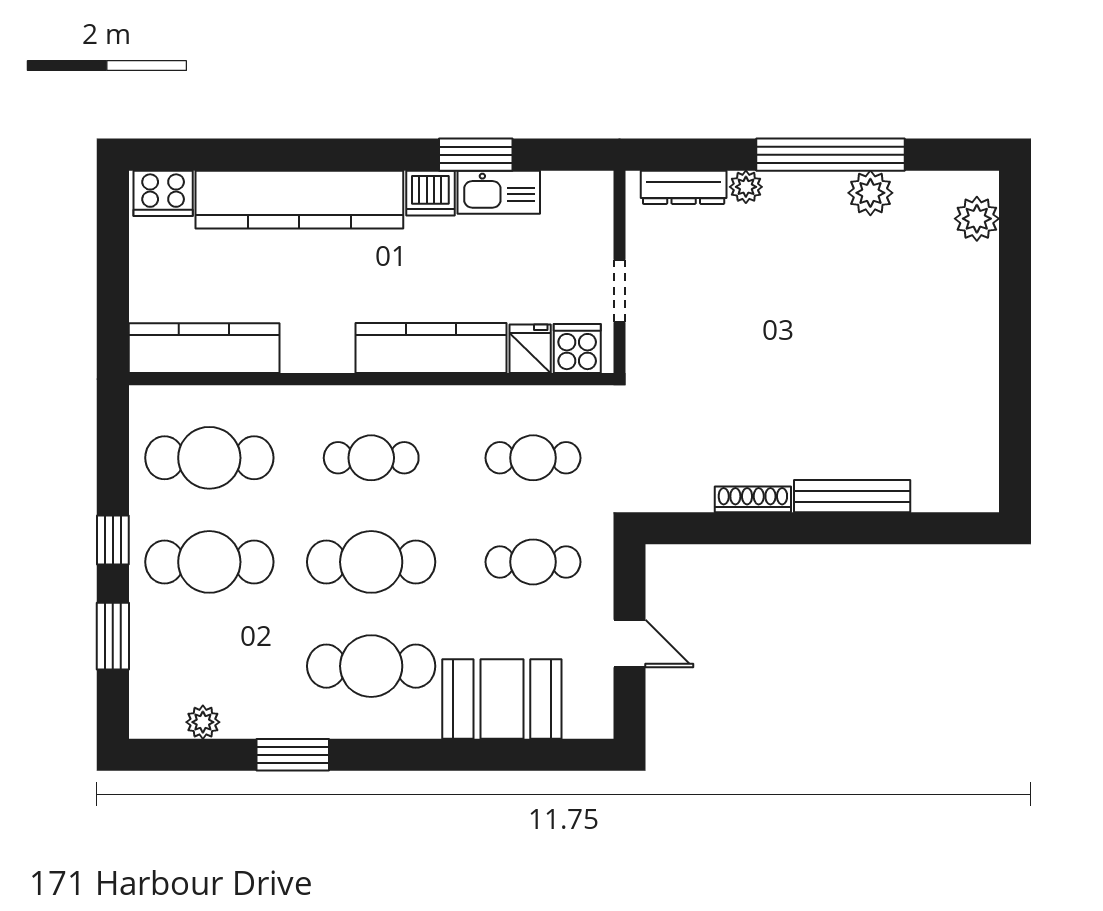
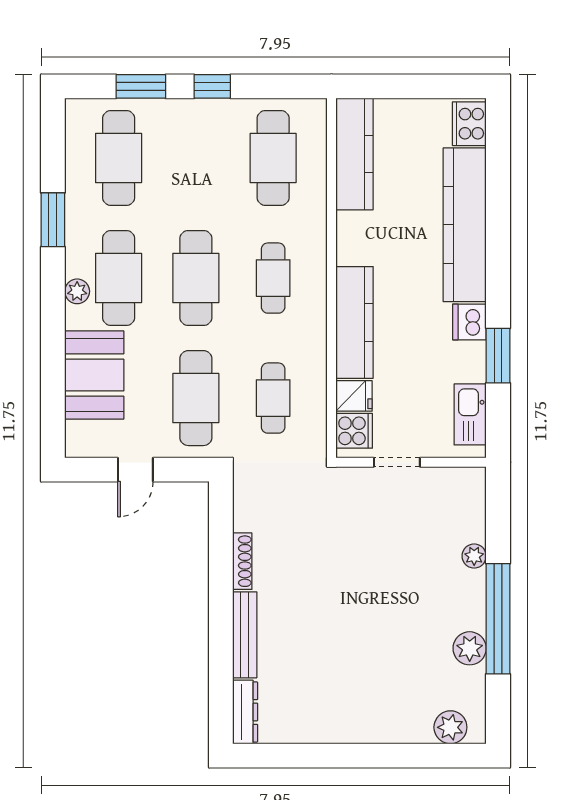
dresser: (684, 187) -> (245, 712), moved, turned 180
kitchen sink: (499, 192) -> (470, 414), moved
cafe table: (209, 562) -> (119, 158), moved
cafe table: (533, 562) -> (196, 398), width x1.37, depth x1.35
plant: (203, 722) -> (77, 291), moved

